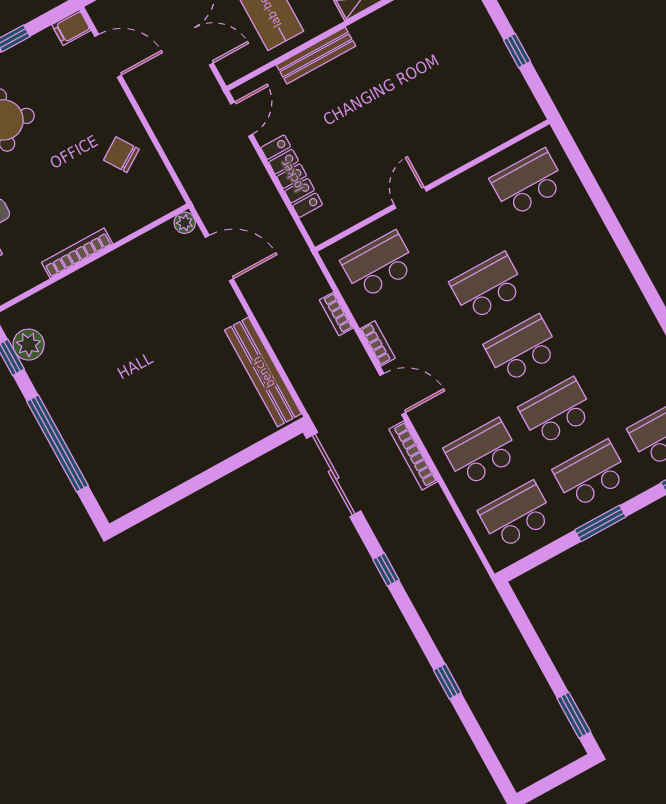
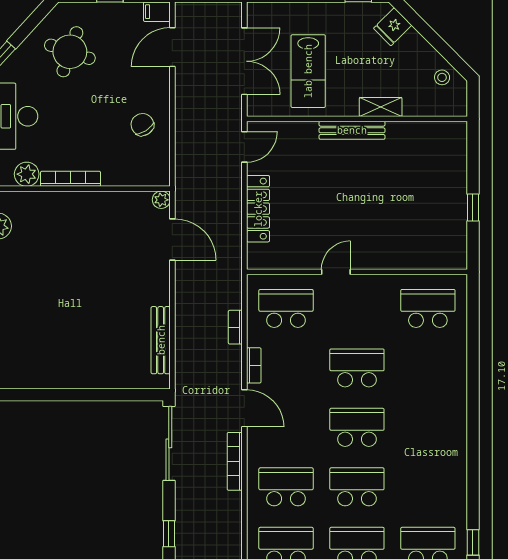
bench: (316, 55) -> (352, 130), moved
door: (108, 56) -> (172, 47), swing flipped
plant: (28, 274) -> (27, 174), added
bench: (263, 372) -> (161, 340), width x0.73, depth x0.82

